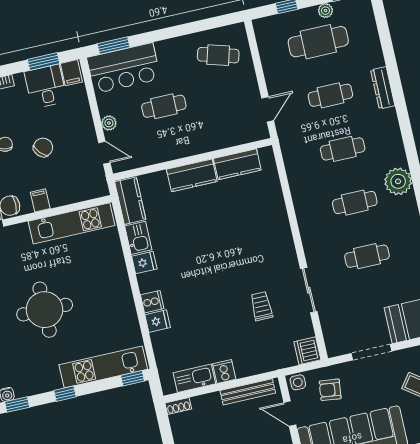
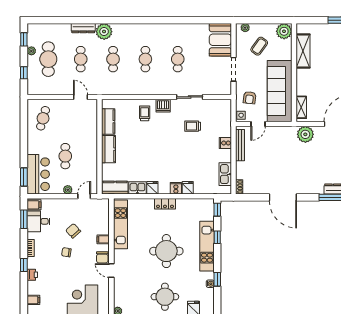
plant: (398, 181) -> (104, 32), moved
trolley: (265, 222) -> (145, 113), added
locker: (122, 289) -> (165, 204), added
dishwasher: (307, 351) -> (163, 106), moved
kitchen unit: (103, 367) -> (207, 246), moved
cooker: (224, 372) -> (225, 143), moved
window: (65, 394) -> (217, 237), moved

